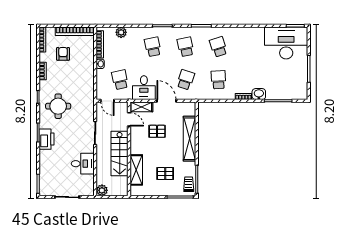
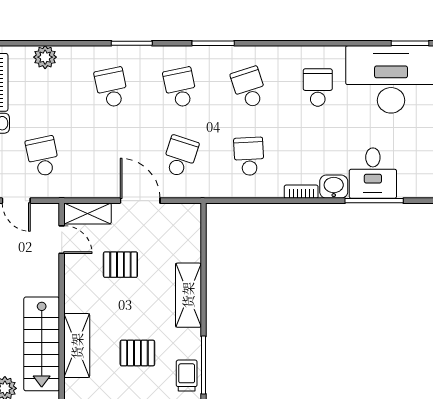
school desk: (251, 47) -> (318, 88), added
desk: (144, 88) -> (373, 173), moved
shelving: (190, 139) -> (188, 295), width x0.68
stairs: (120, 154) -> (42, 344), moved

